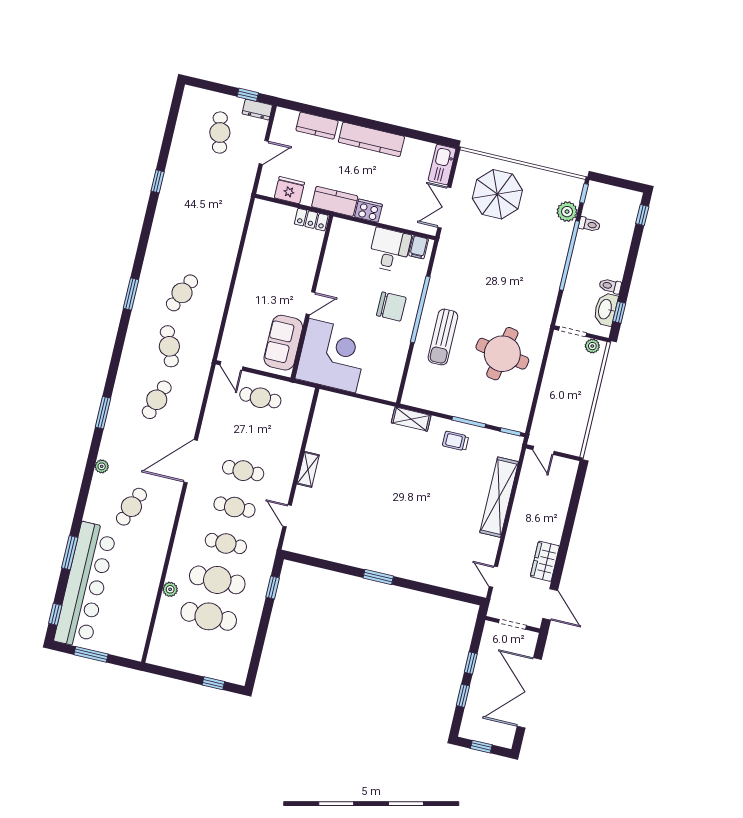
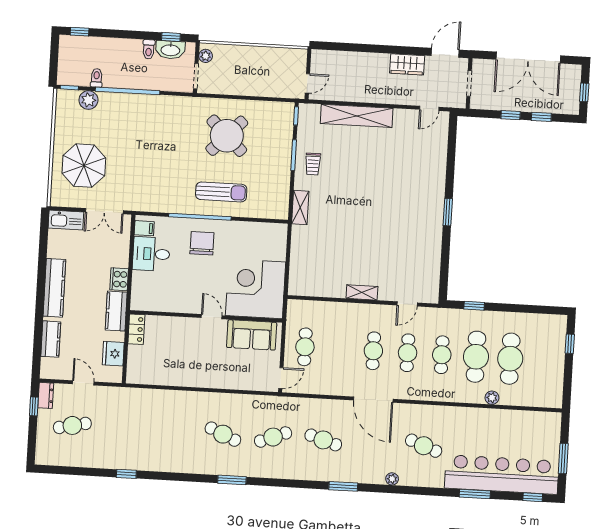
round table: (502, 354) -> (227, 136), turned 34

